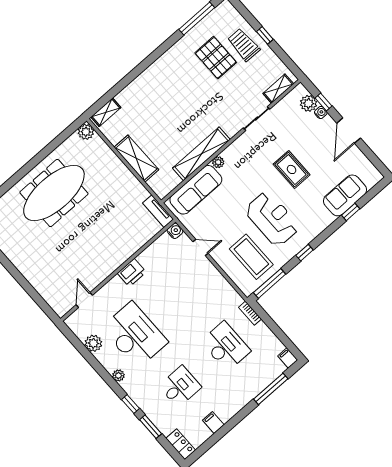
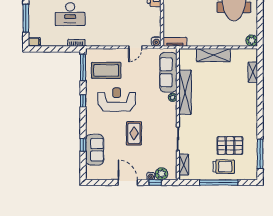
window: (265, 35) -> (219, 182), width x3.17
shelving: (106, 112) -> (253, 72), moved
rug: (292, 169) -> (134, 133), turned 90
reception desk: (272, 219) -> (117, 99), turned 180

